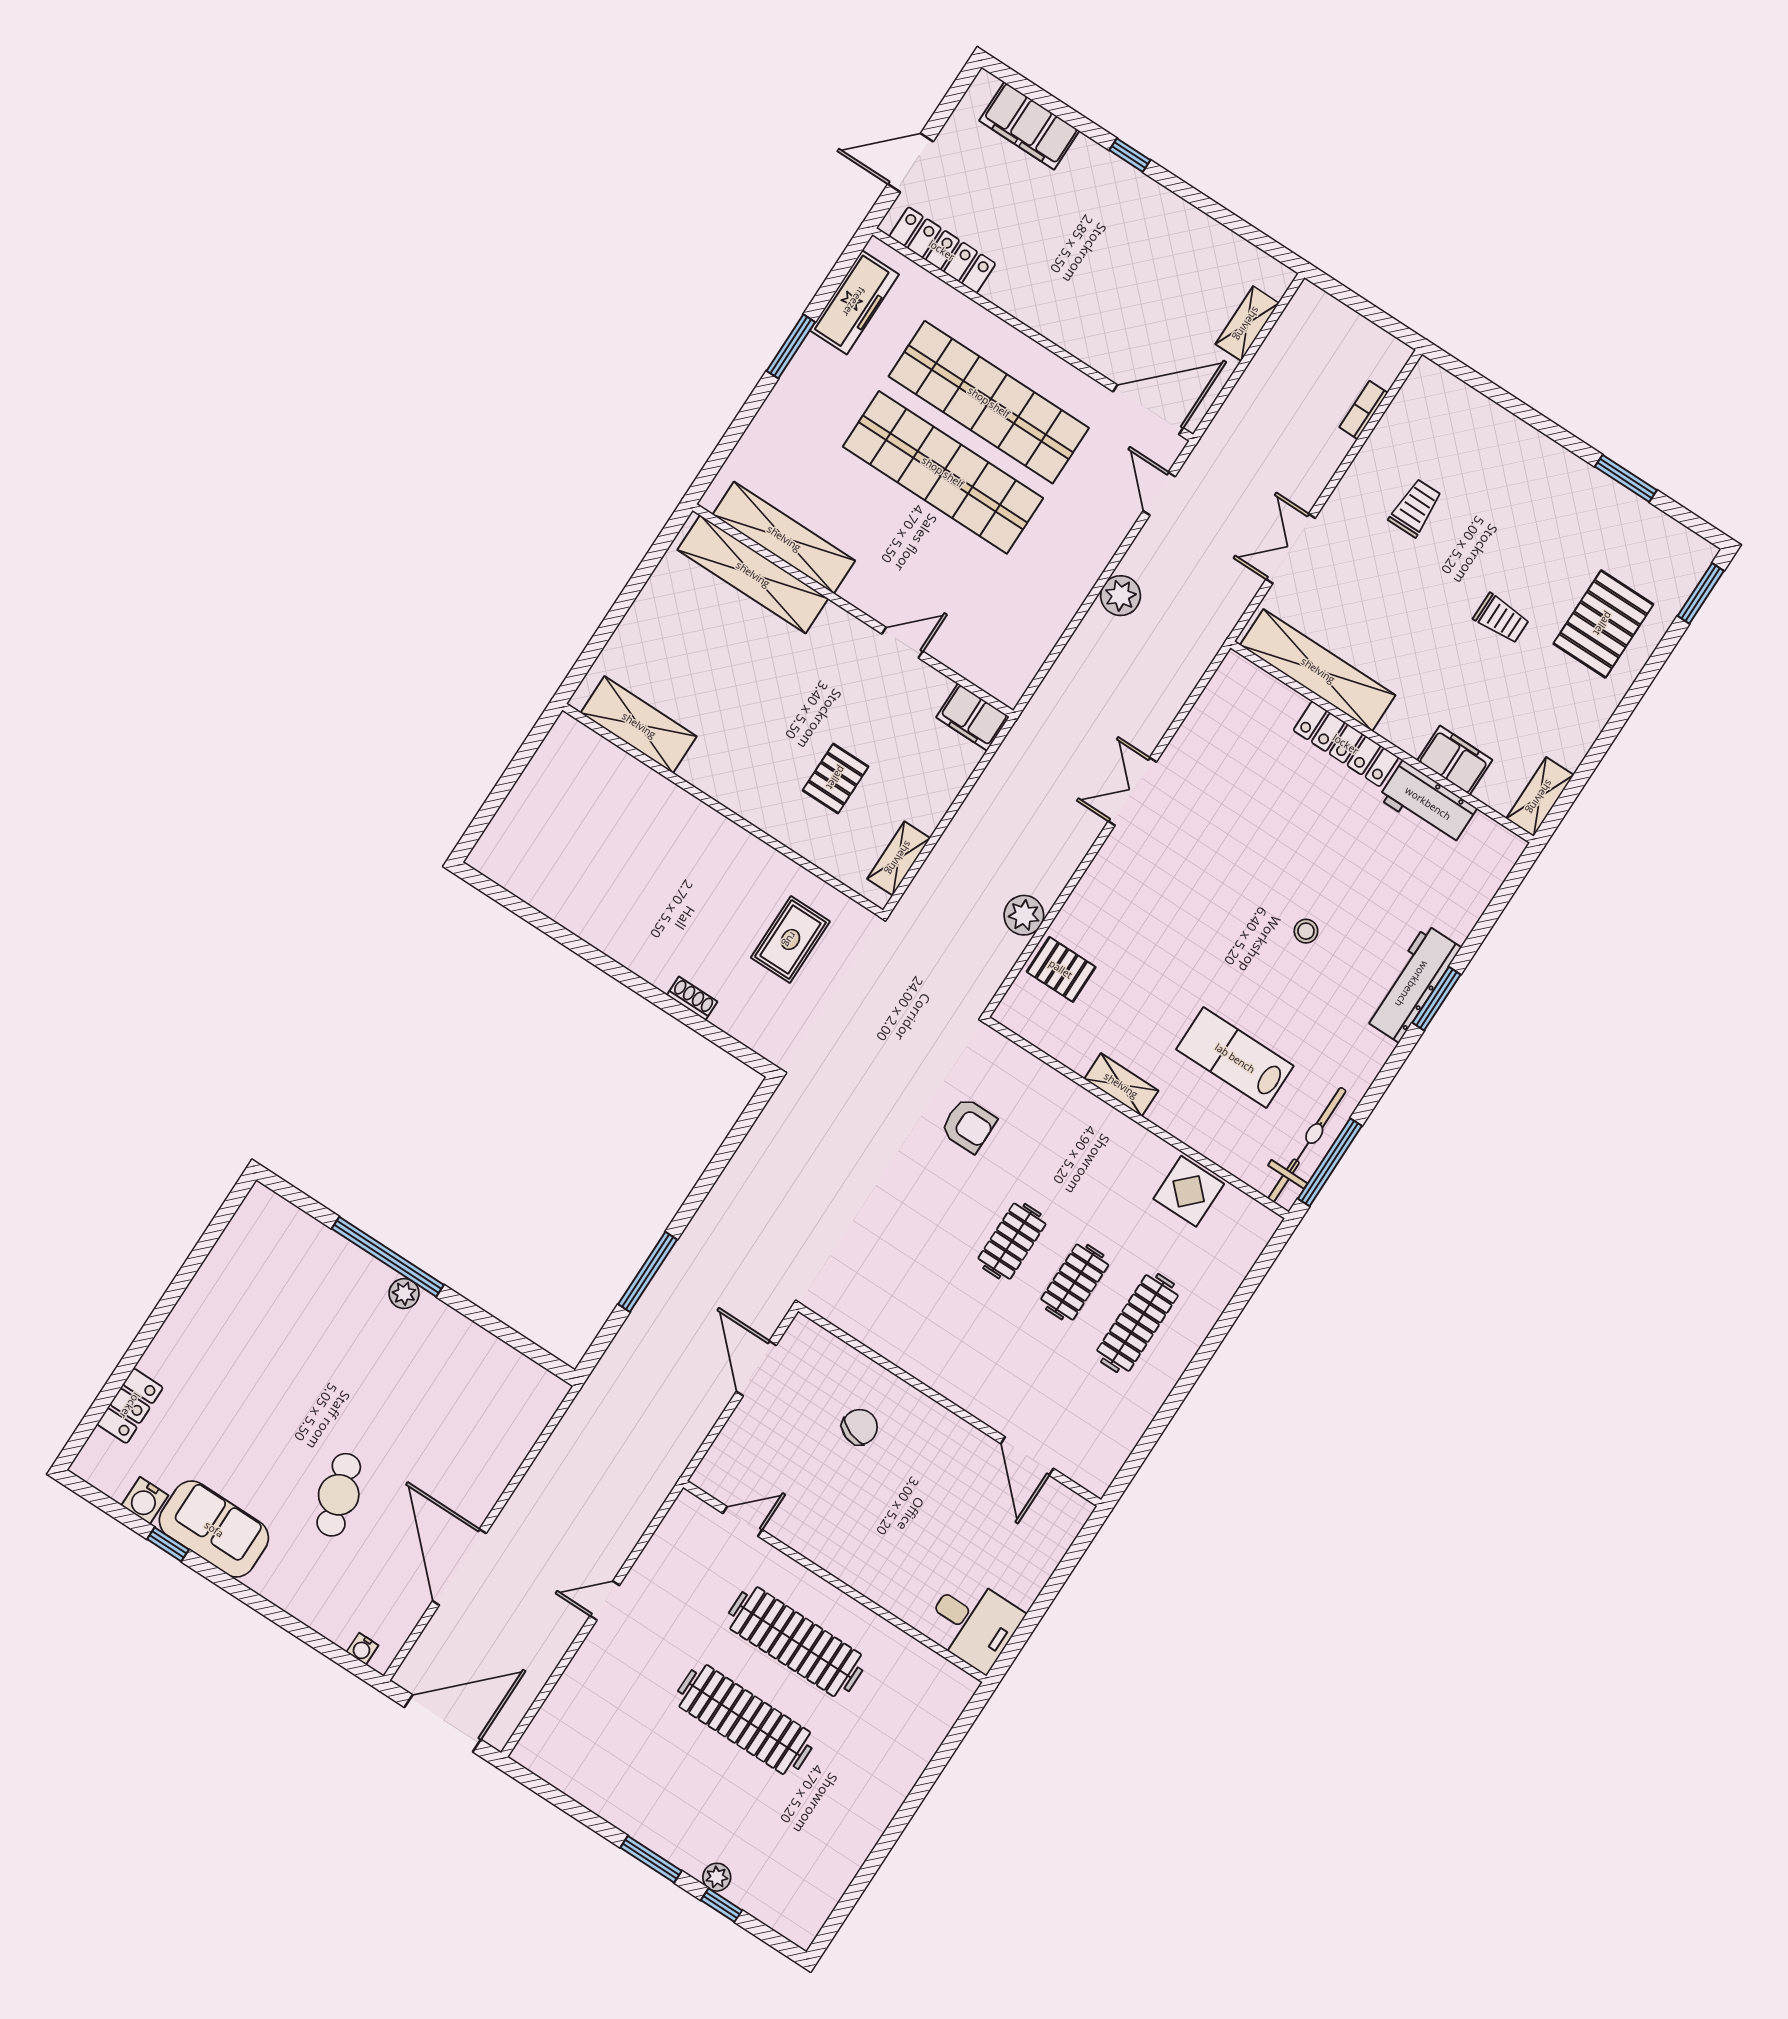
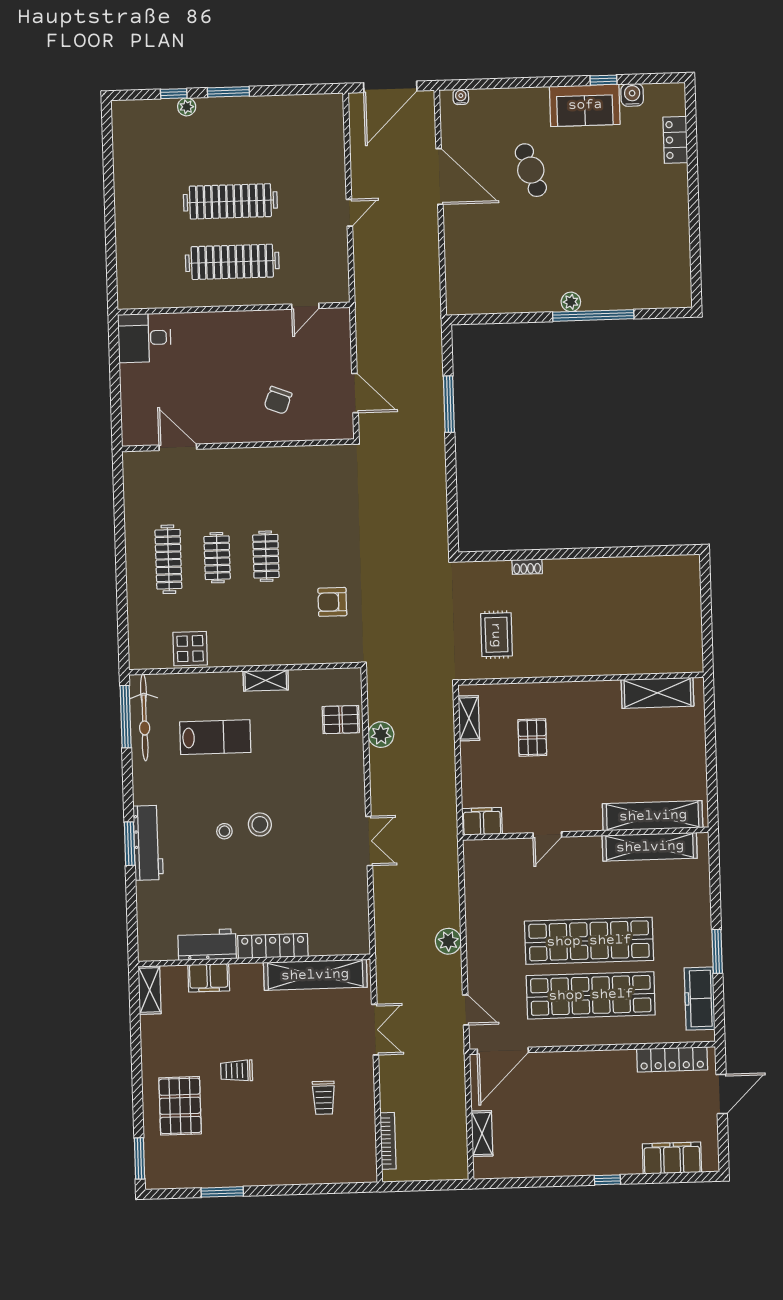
bookcase: (1364, 410) -> (388, 1141), width x1.56
stool: (1255, 908) -> (260, 824), added

